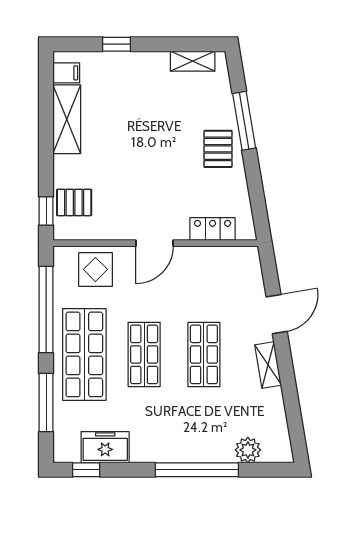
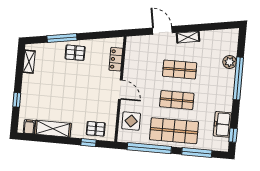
pallet: (74, 202) -> (96, 129), turned 90
window: (46, 211) -> (88, 143), moved
plant: (248, 450) -> (230, 62), moved

